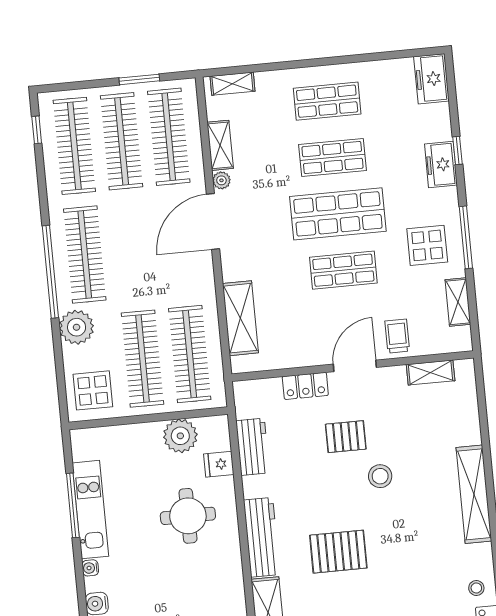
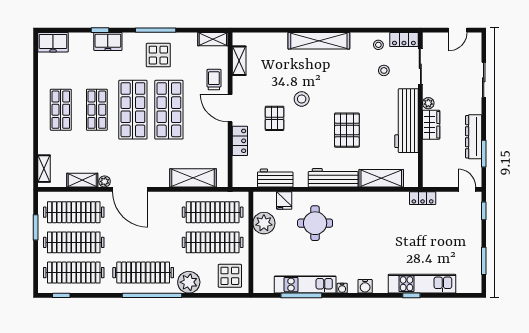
shop shelf: (343, 270) -> (169, 110), width x1.43, depth x1.36
shelving: (458, 302) -> (213, 39), moved
trolley: (397, 336) -> (214, 80), turned 90
stool: (437, 600) -> (384, 70), added

